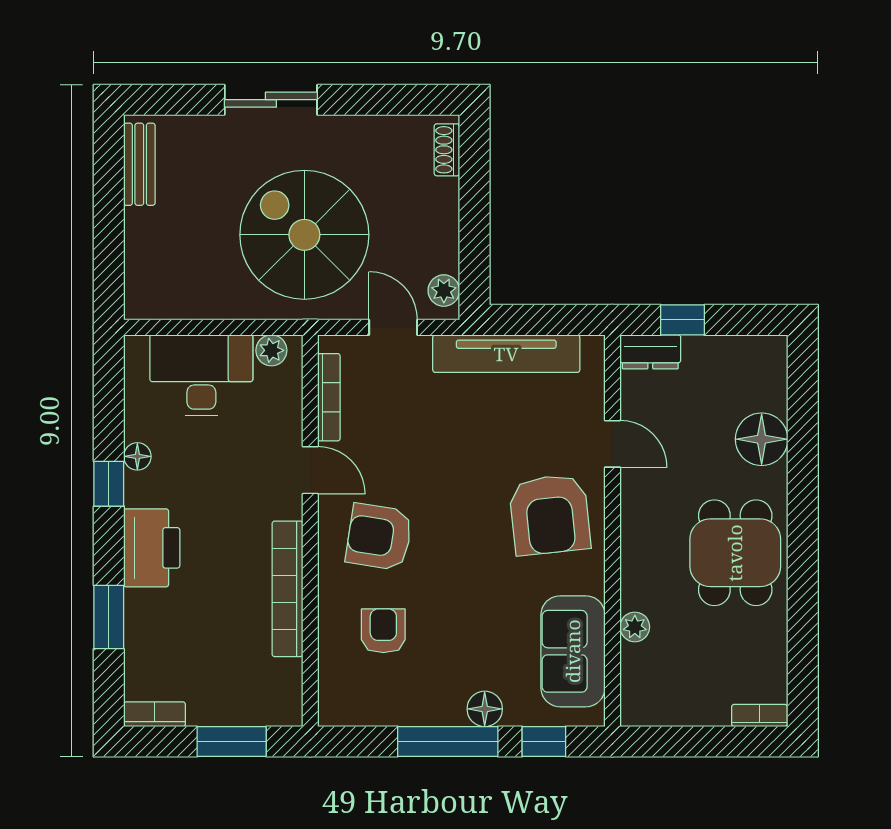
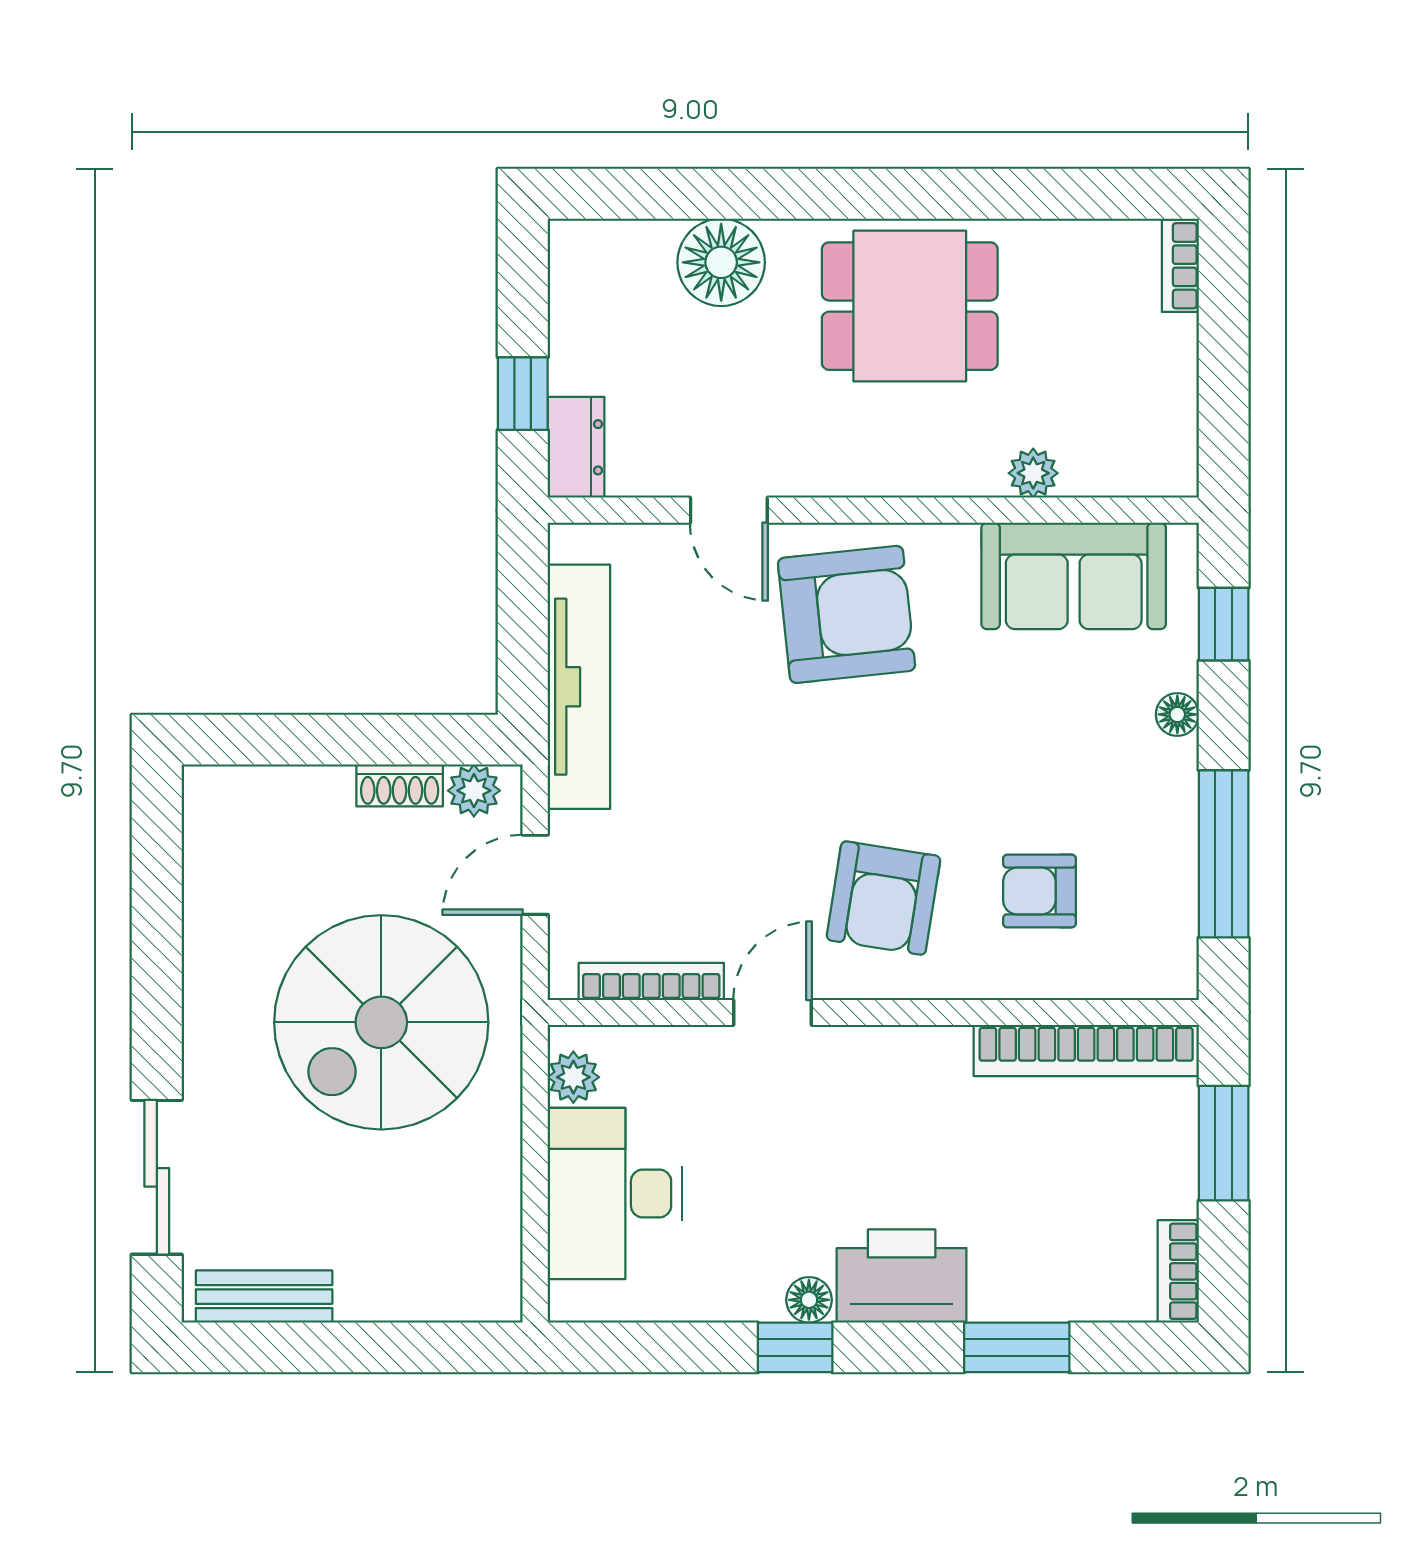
sliding door: (271, 100) -> (157, 1177), moved
shoe rack: (447, 150) -> (400, 785), moved
door: (612, 444) -> (729, 510), swing flipped
floor lamp: (137, 456) -> (809, 1300), moved
bookcase: (287, 589) -> (1086, 1050), moved
floor lamp: (485, 709) -> (1177, 714), width x0.73, depth x0.73
window: (448, 742) -> (1224, 854), moved

